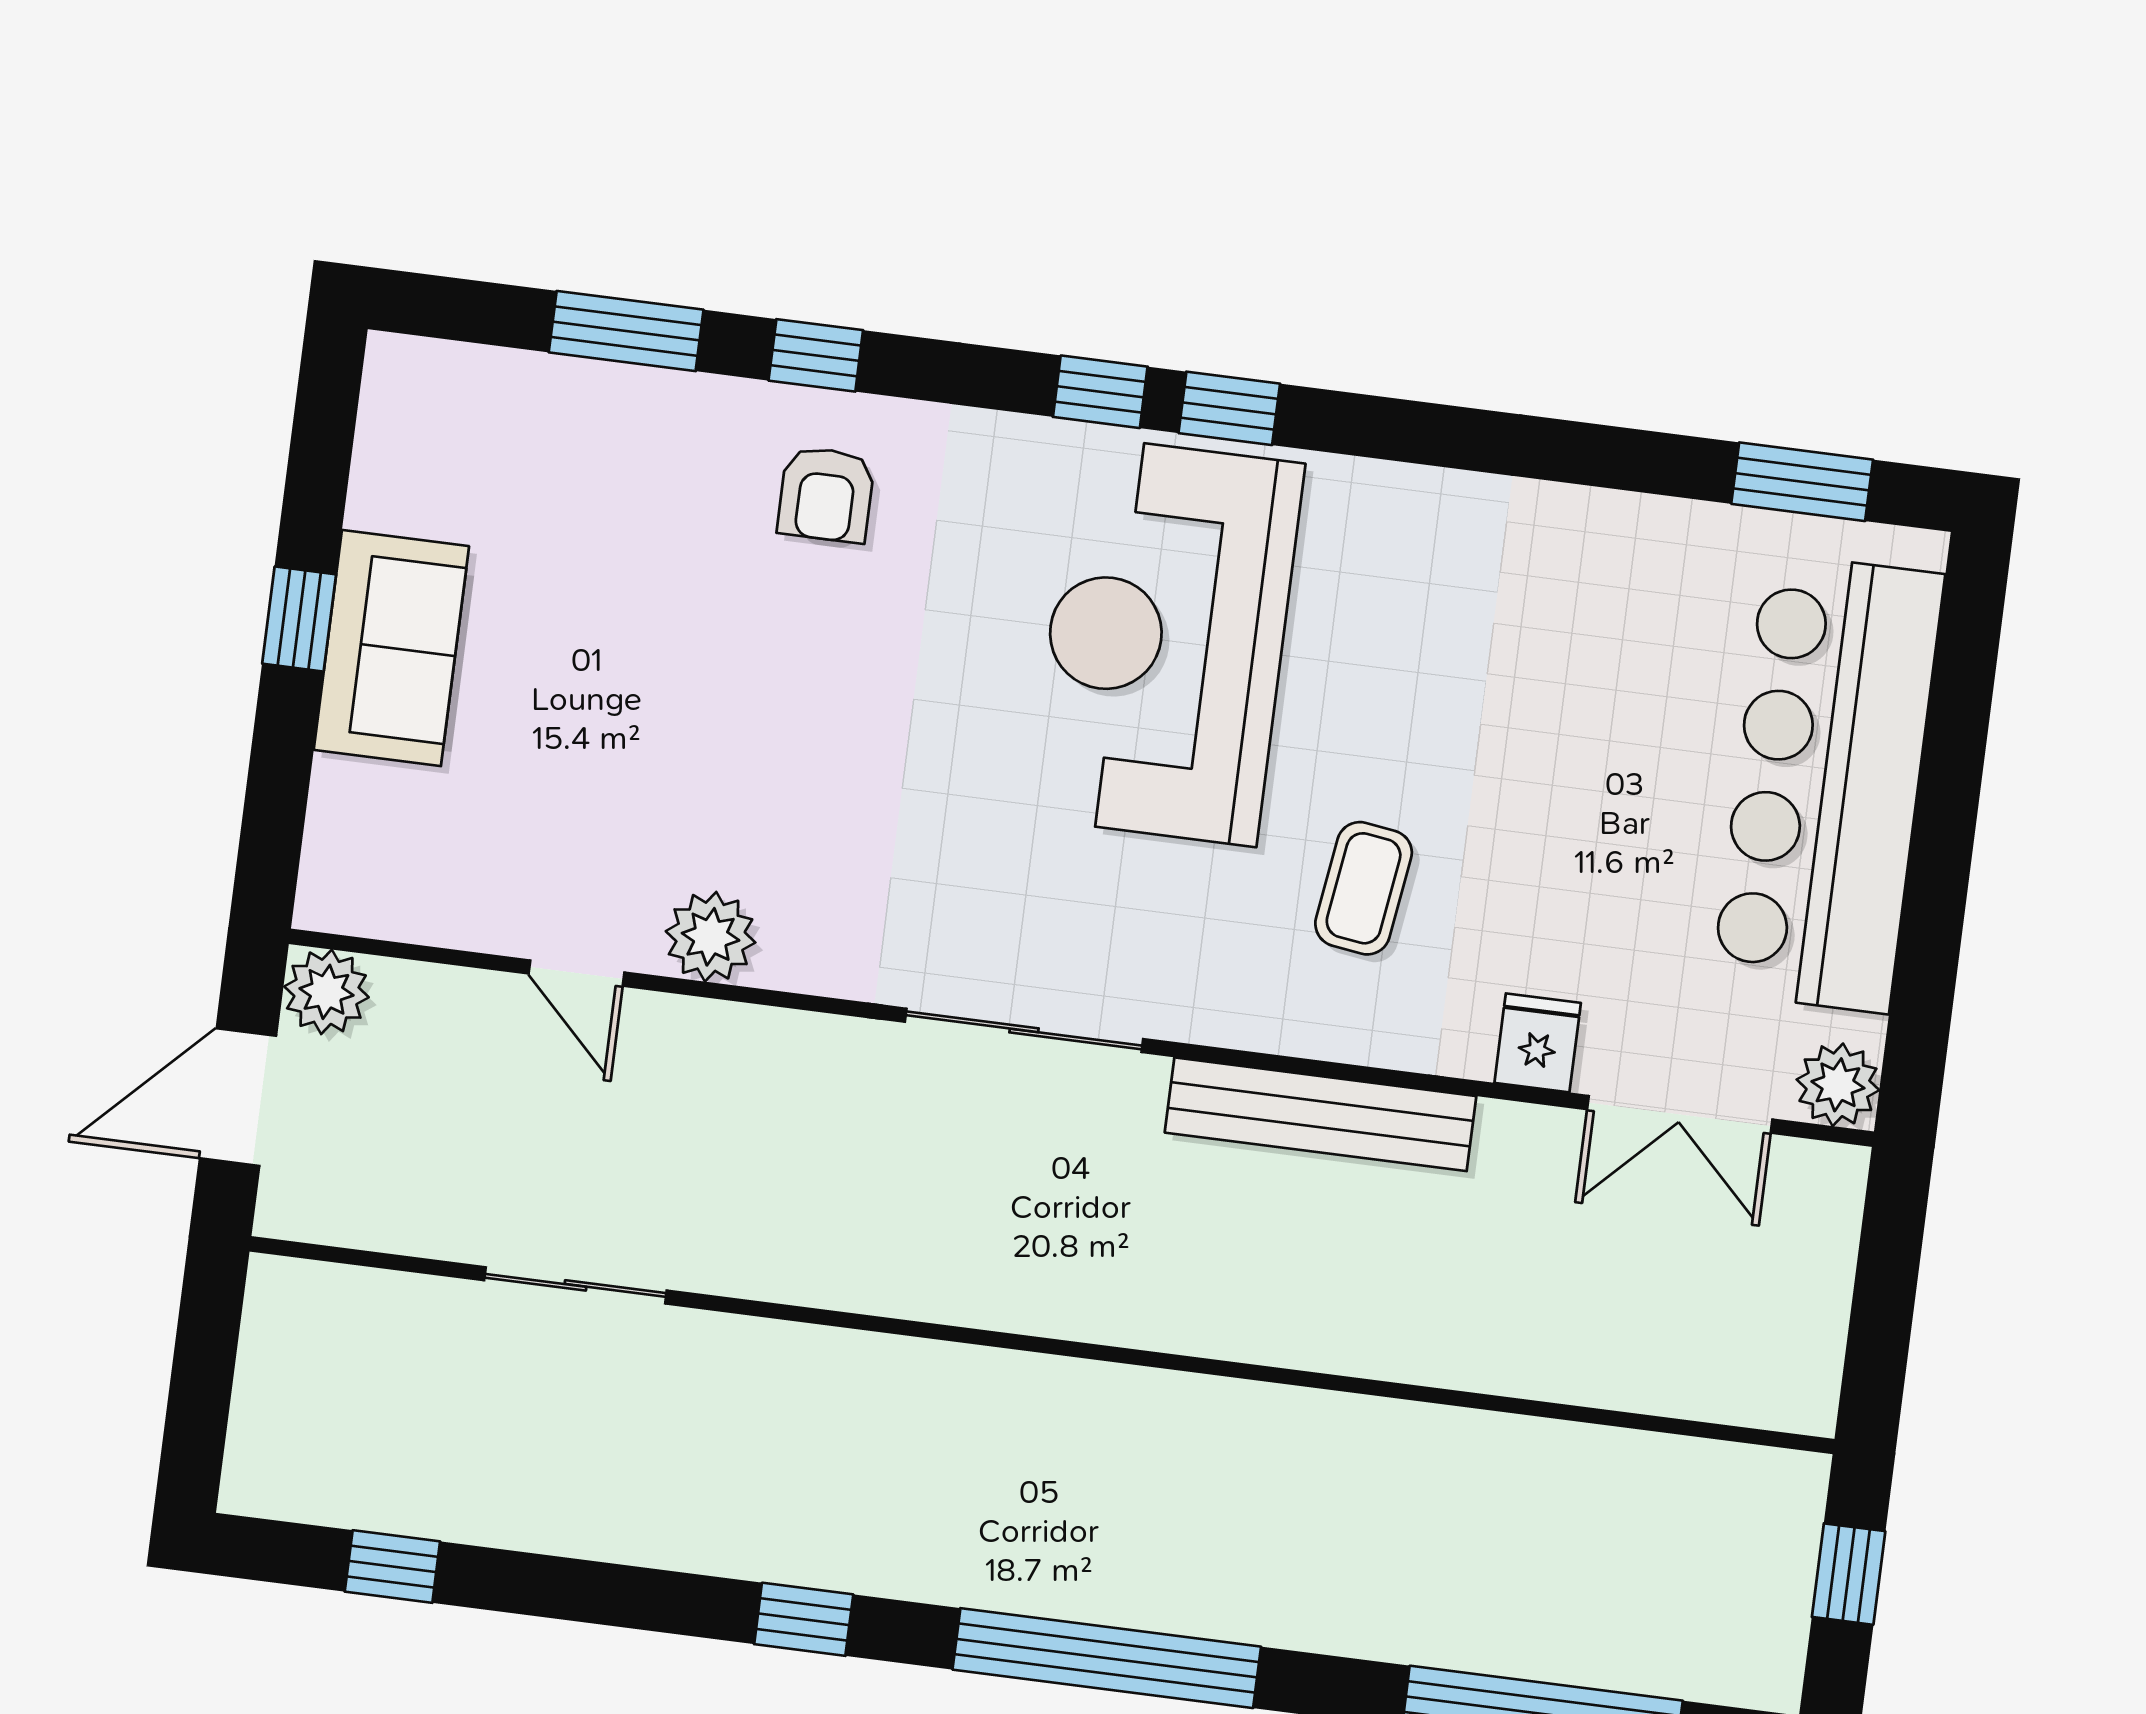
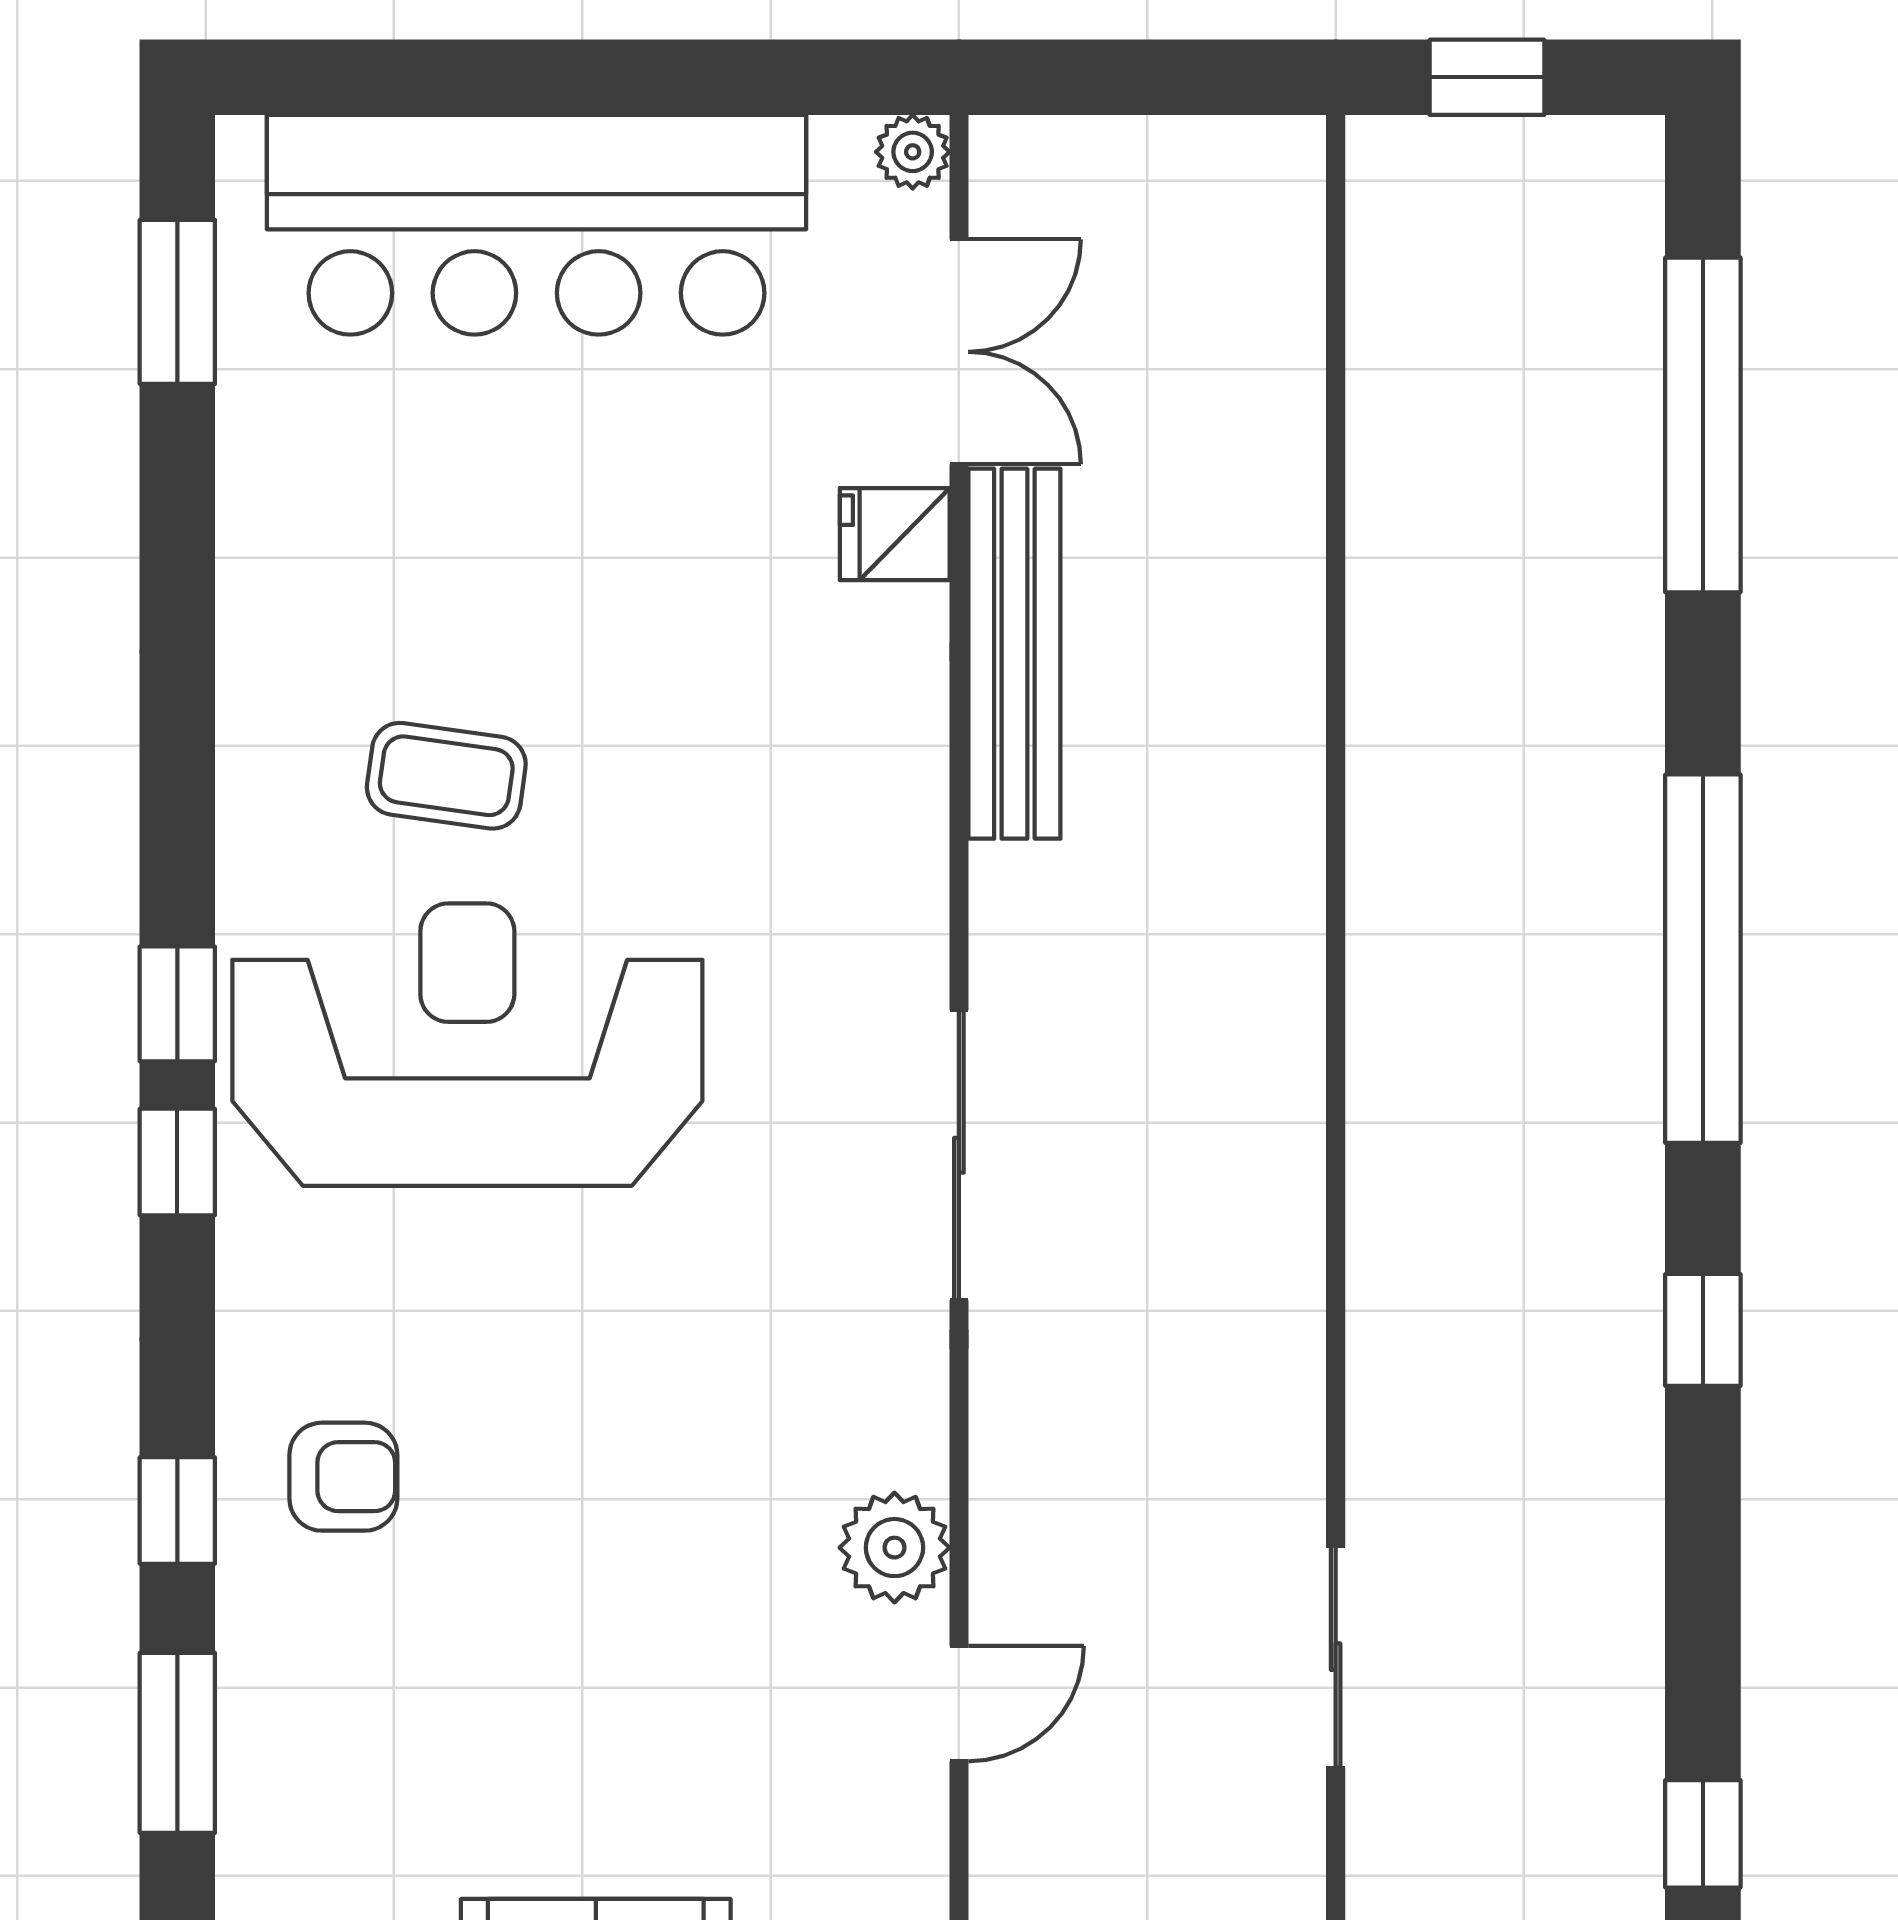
reception desk: (1166, 641) -> (467, 1045), turned 180
coffee table: (1364, 888) -> (446, 776), moved
plant: (1838, 1085) -> (913, 152), width x0.73, depth x0.73
bench: (1320, 1114) -> (1014, 654), moved

